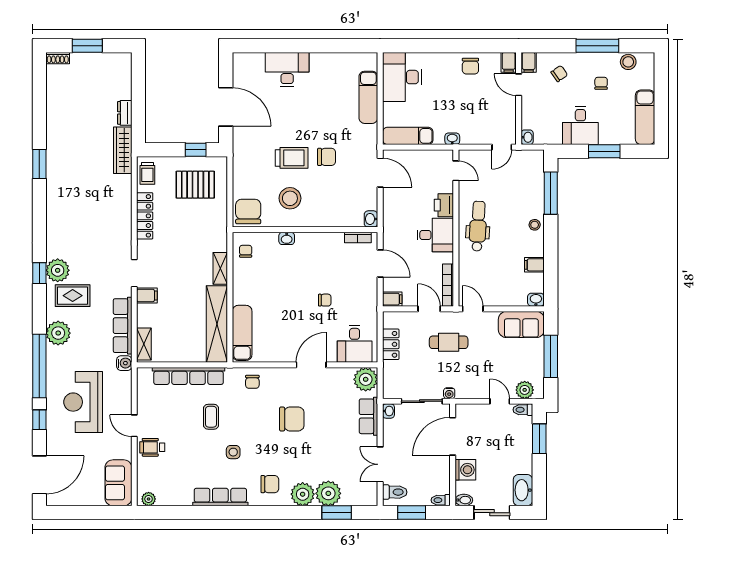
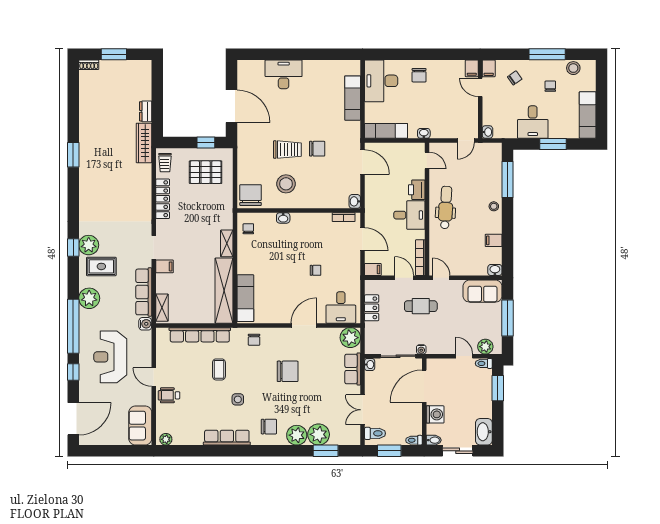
chair: (470, 66) -> (419, 75), moved

